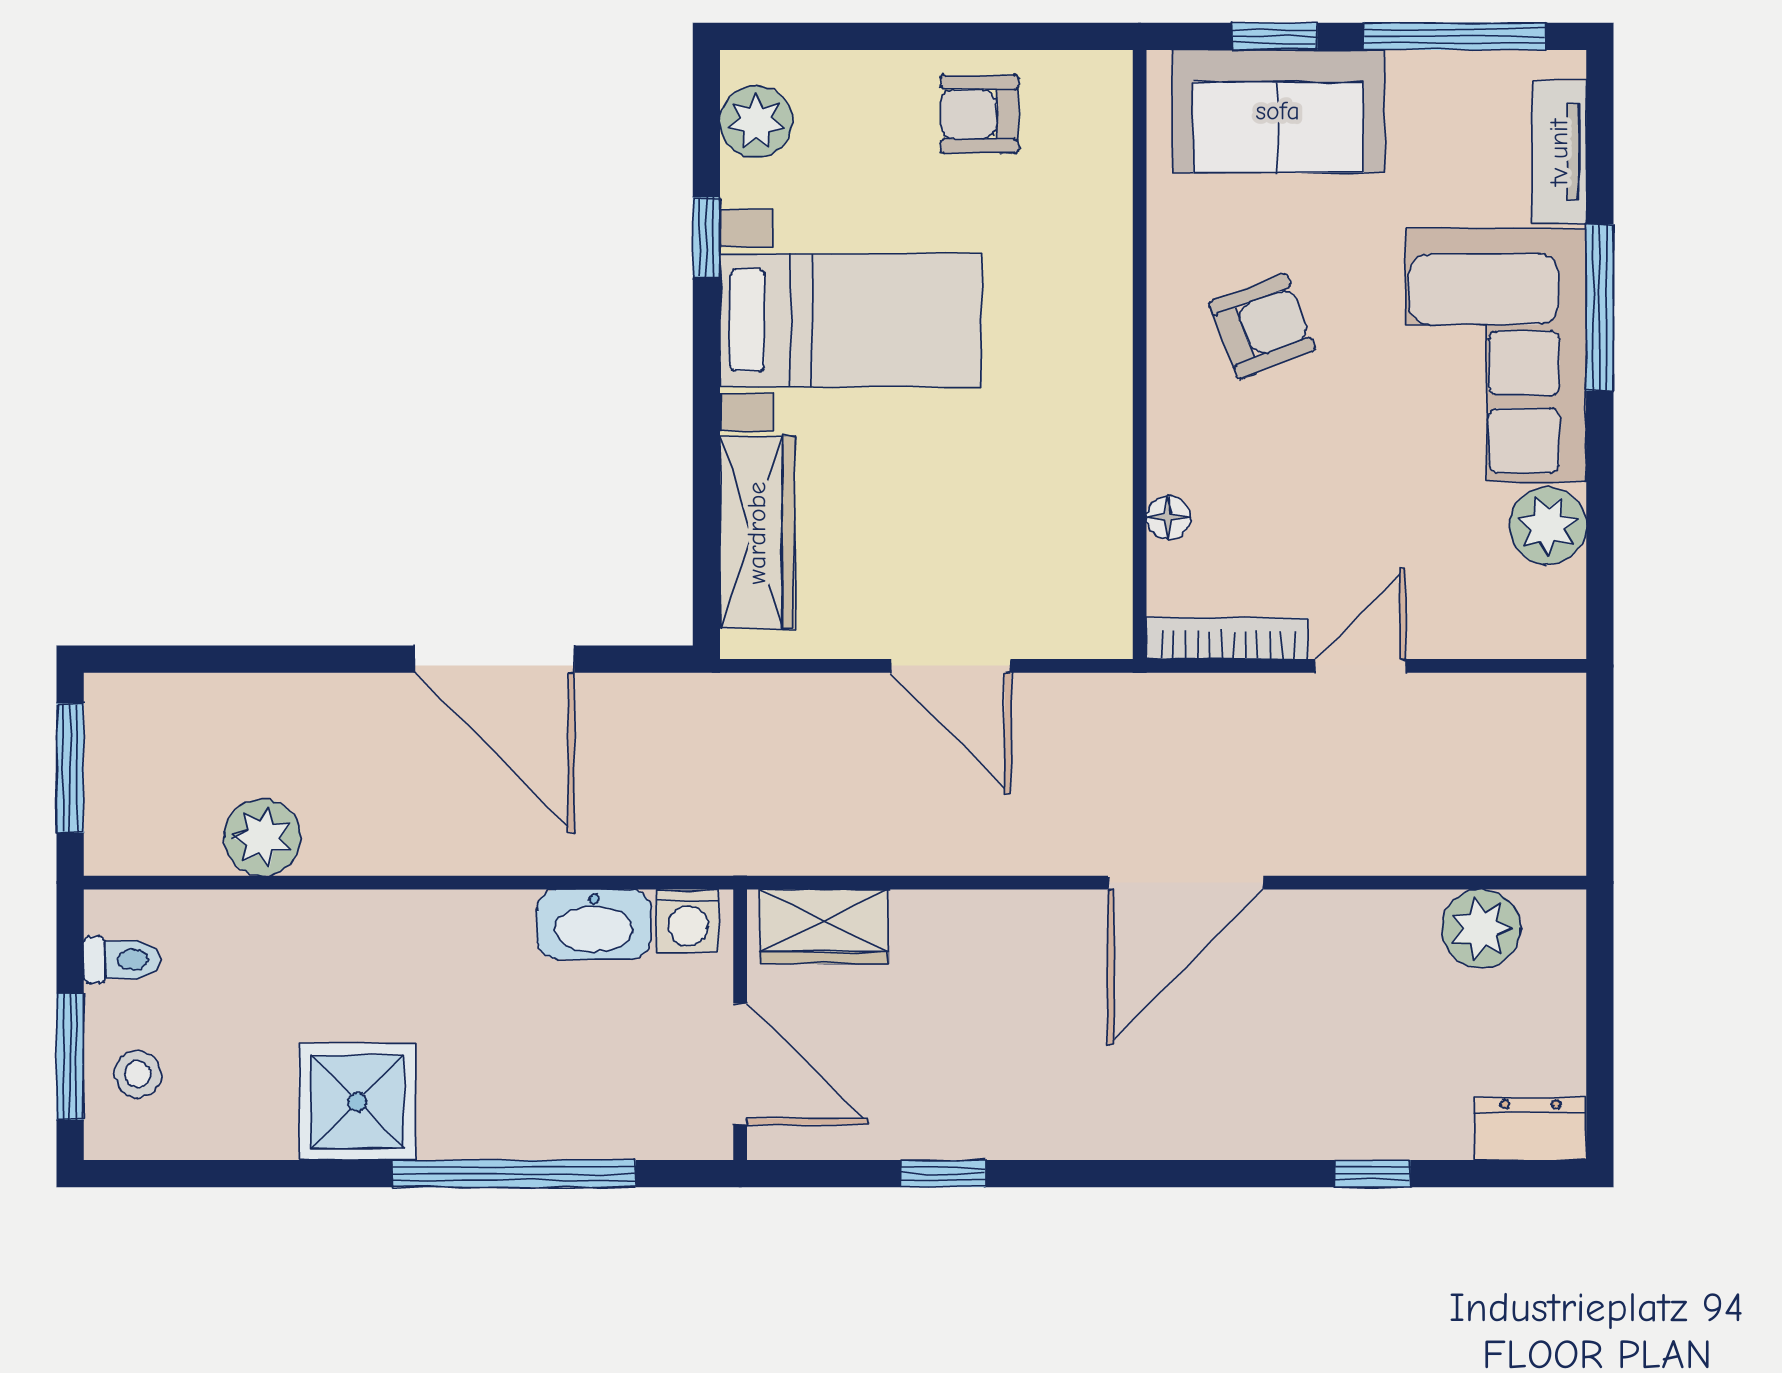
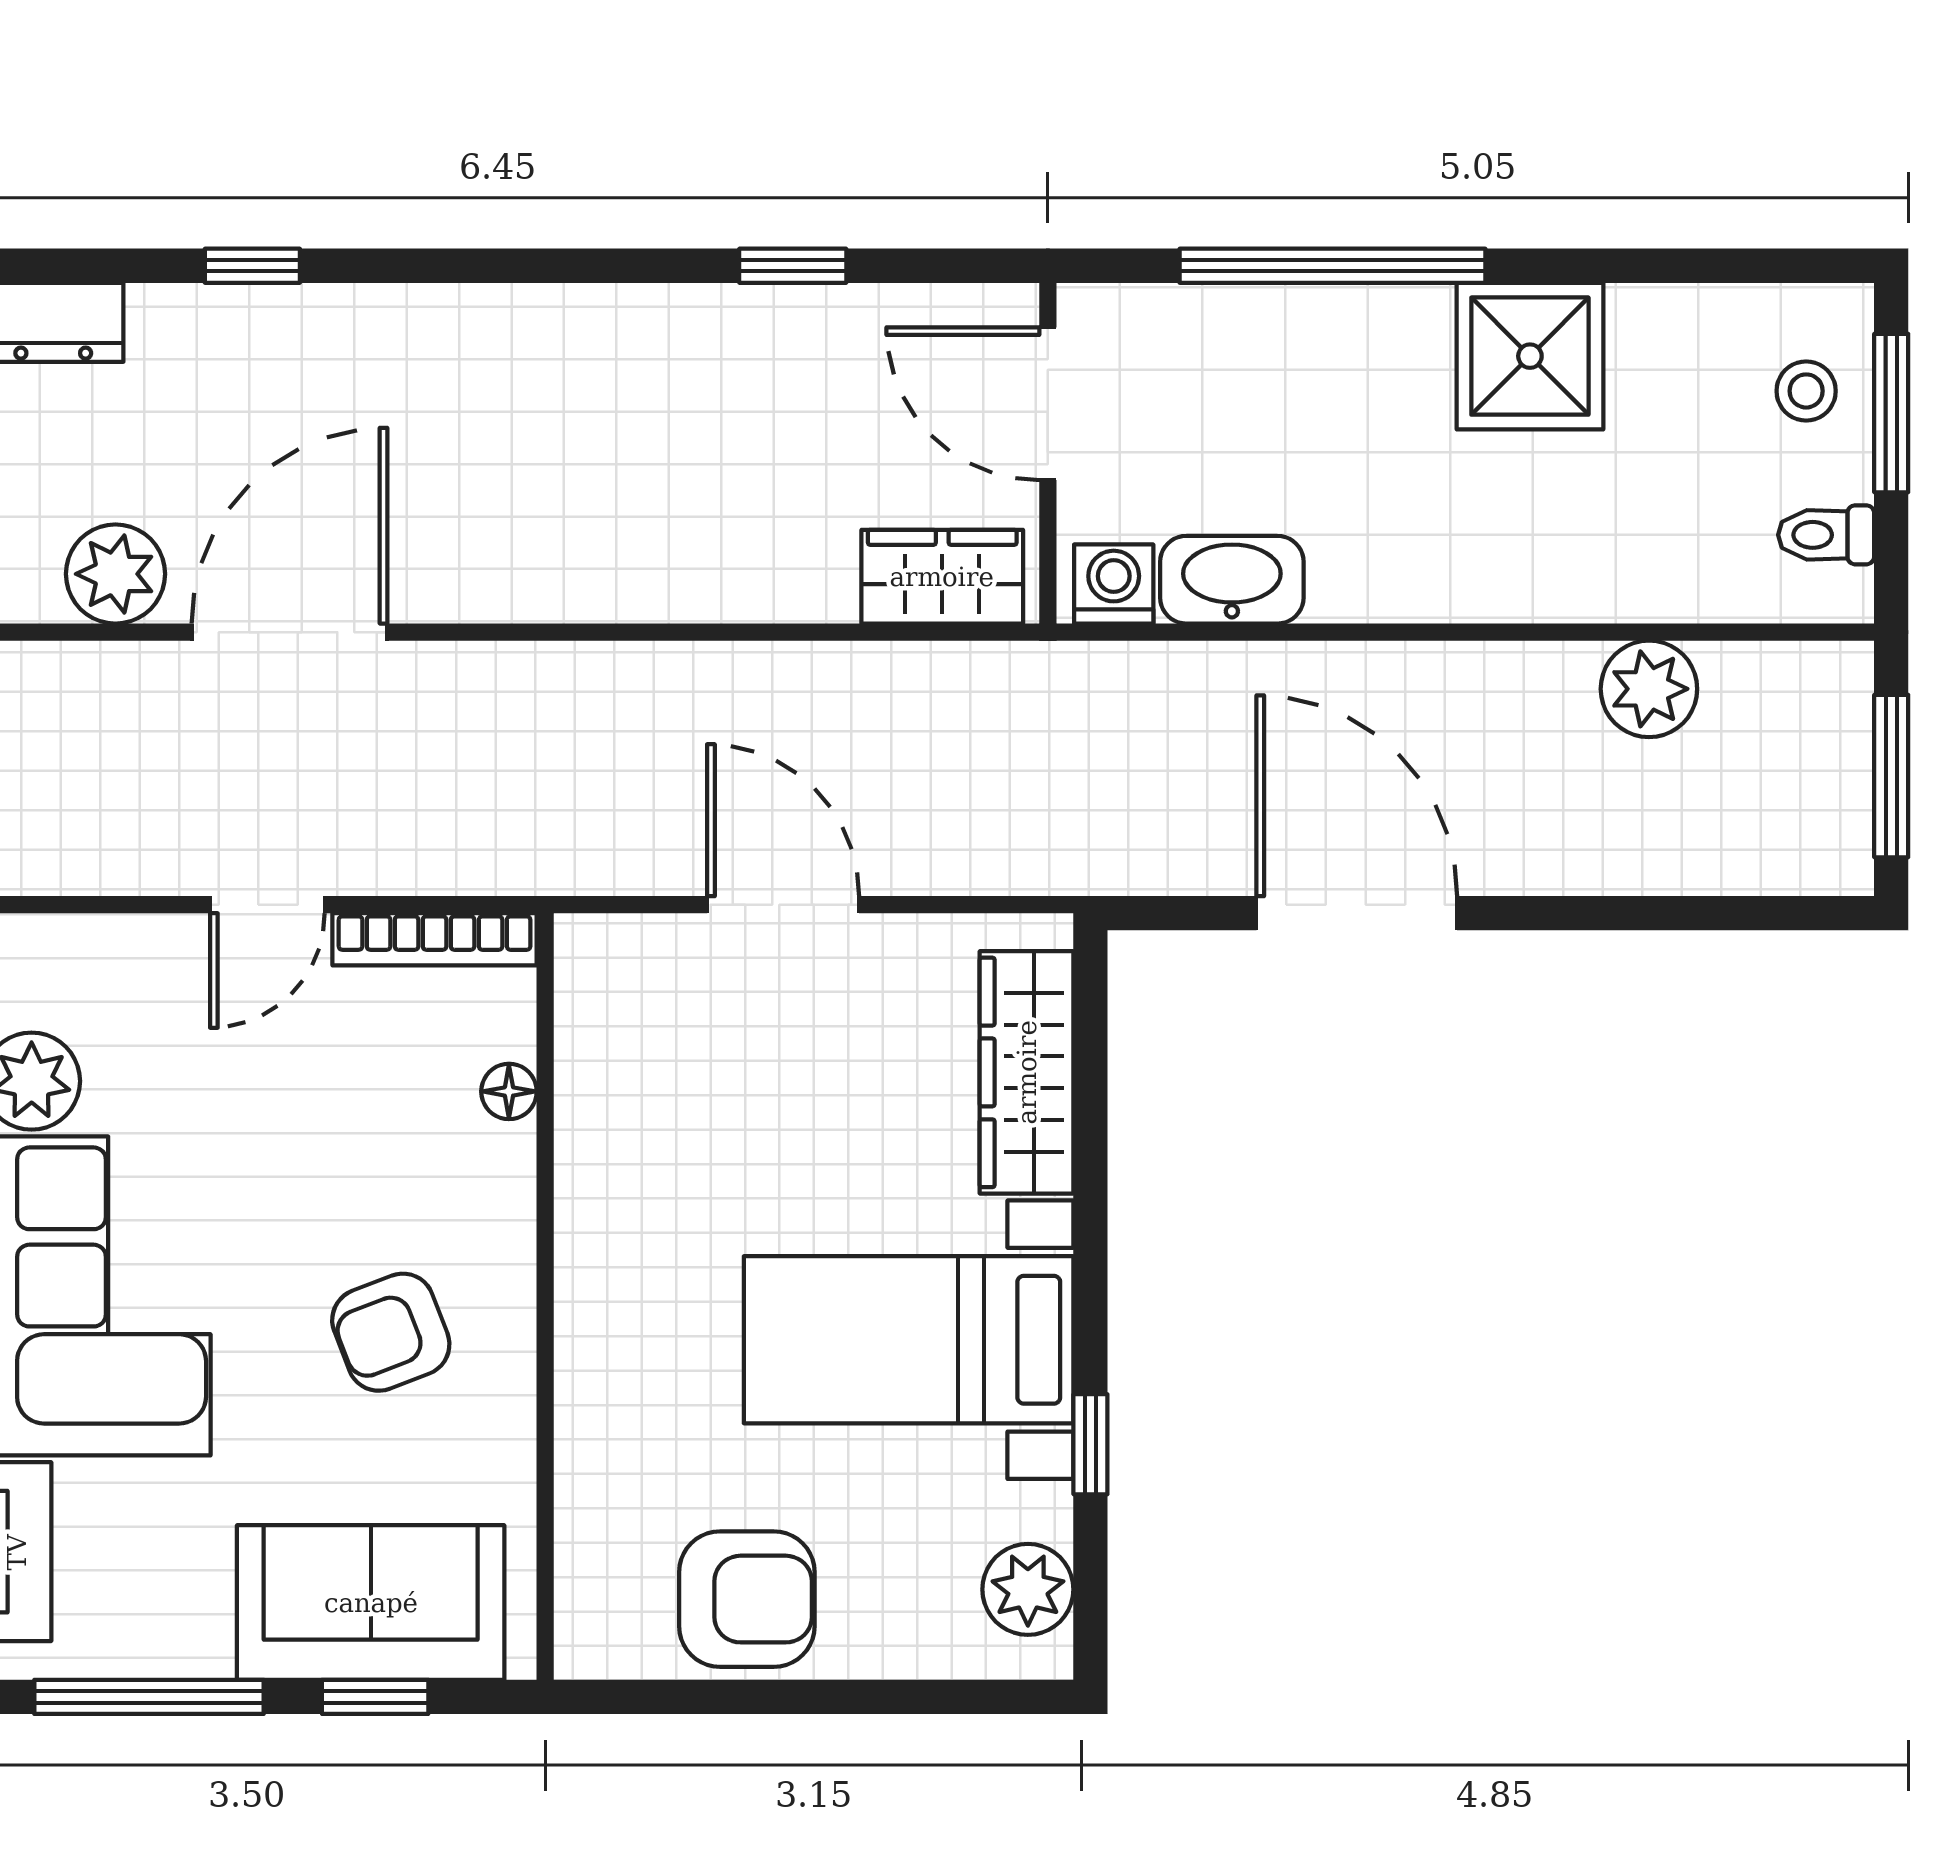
armchair: (979, 114) -> (747, 1599), width x1.38, depth x1.38
door: (1186, 883) -> (290, 632), moved

